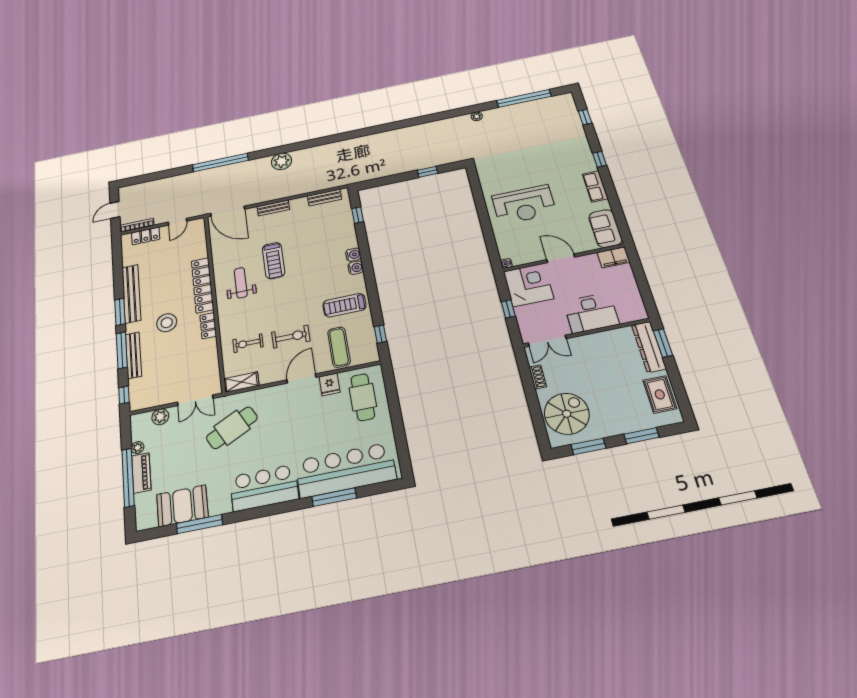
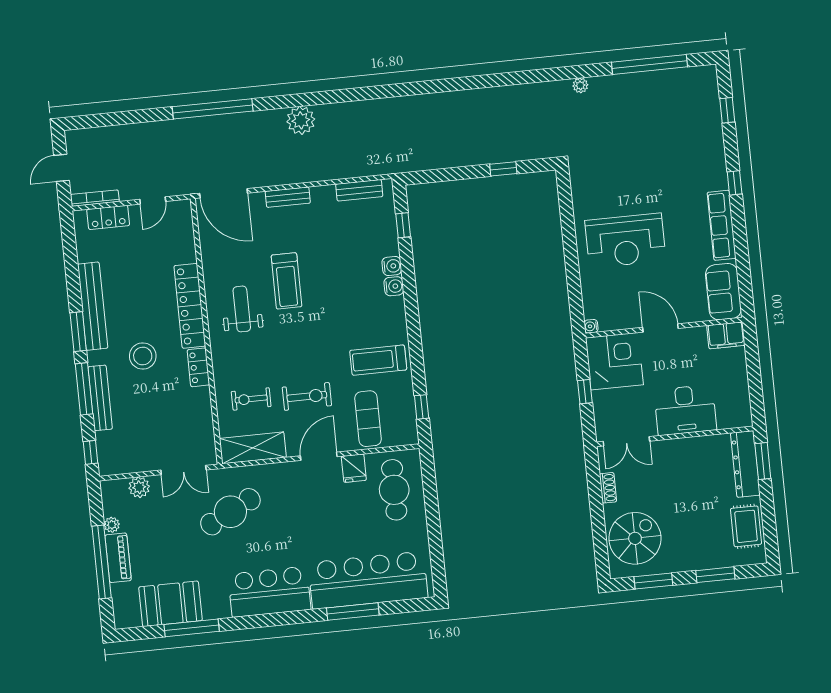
row of seats: (595, 186) -> (722, 225), width x1.48
water cooler: (356, 268) -> (392, 266), moved
shelving: (241, 382) -> (253, 448), width x1.50, depth x1.33

